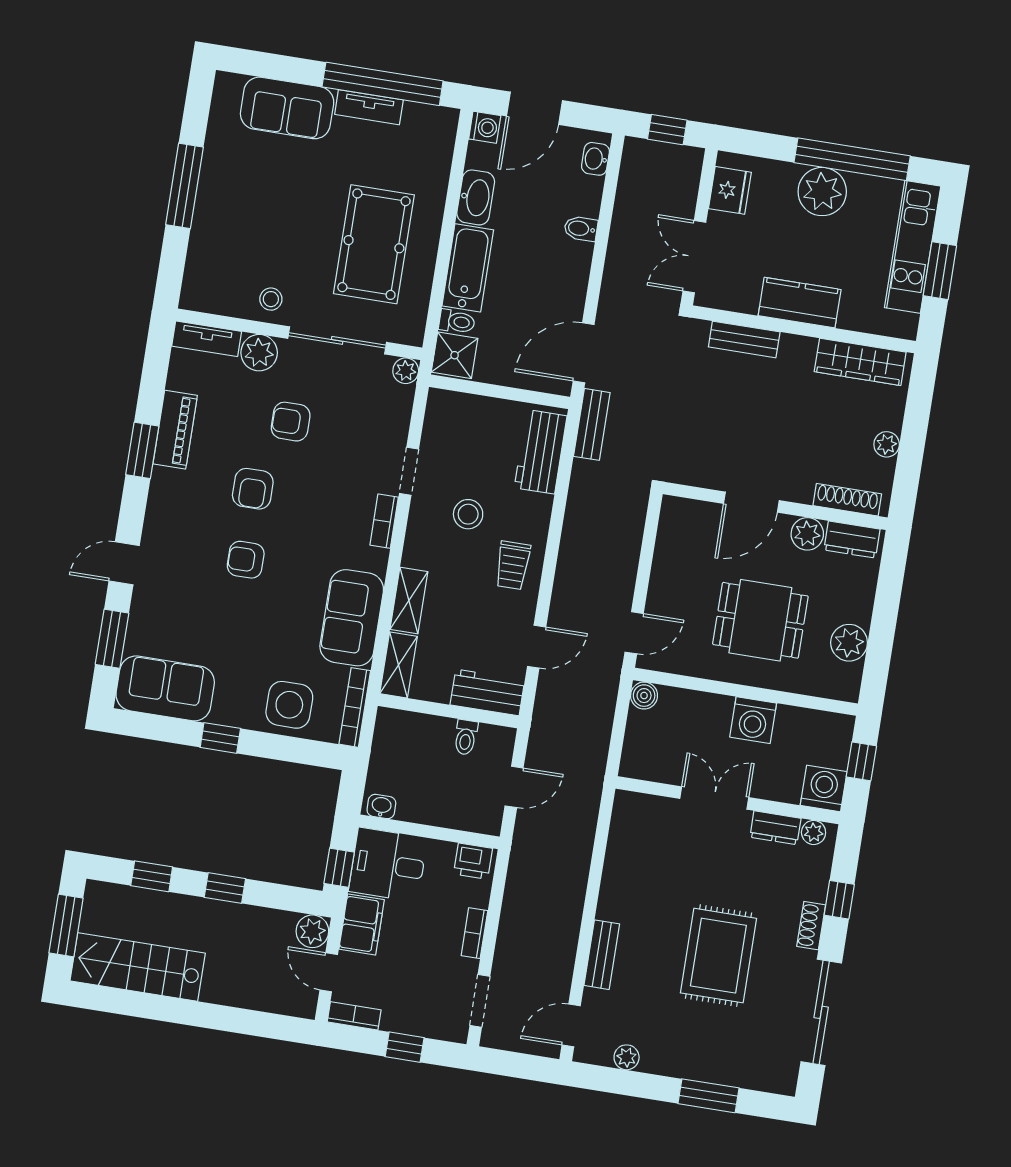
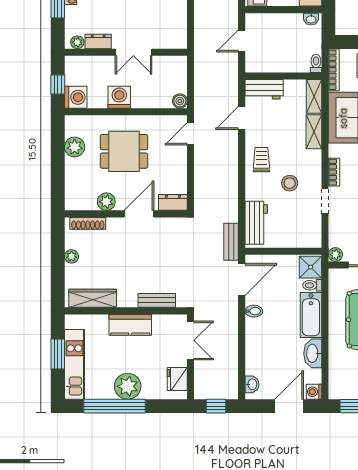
bidet: (581, 229) -> (254, 311), moved
dresser: (852, 539) -> (173, 202), moved
toilet: (466, 737) -> (316, 63), moved
washing machine: (824, 788) -> (76, 97), moved, turned -90

